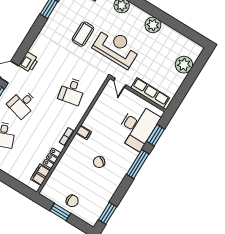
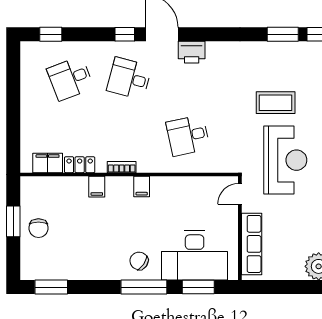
filing cabinet: (69, 156) -> (97, 187), added
chair: (99, 162) -> (139, 261), moved

